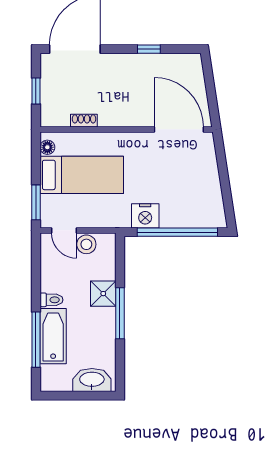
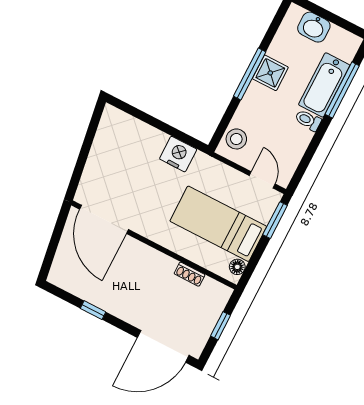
window: (177, 232) -> (156, 123), removed
stool: (86, 244) -> (236, 139), moved
shower: (103, 294) -> (270, 73), moved
washbasin: (92, 380) -> (314, 27), width x0.72

